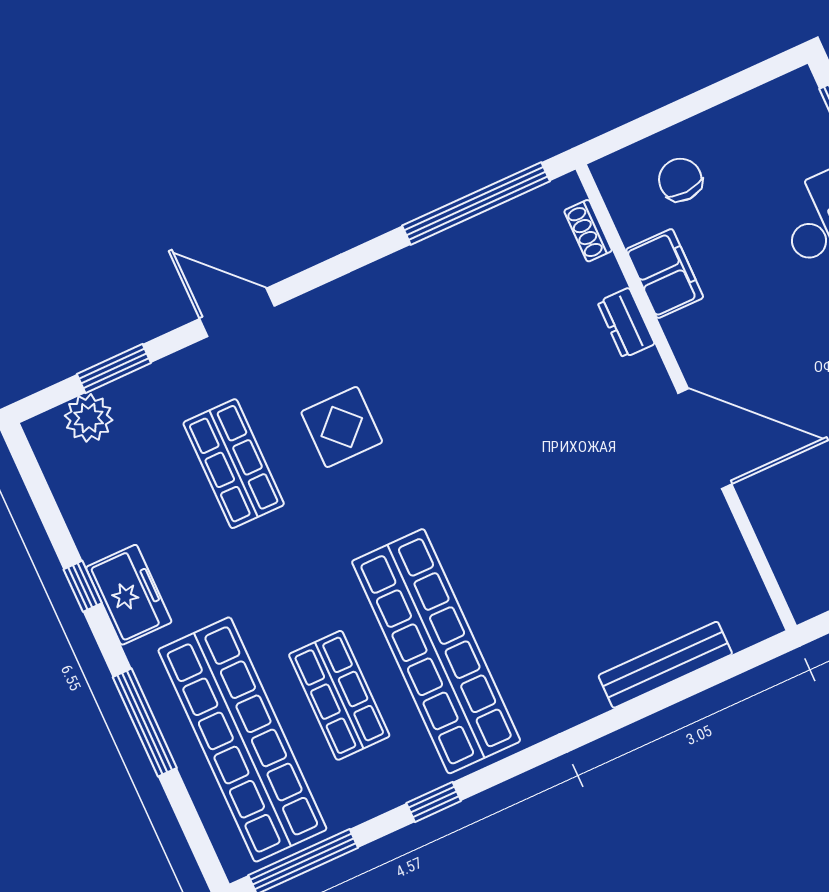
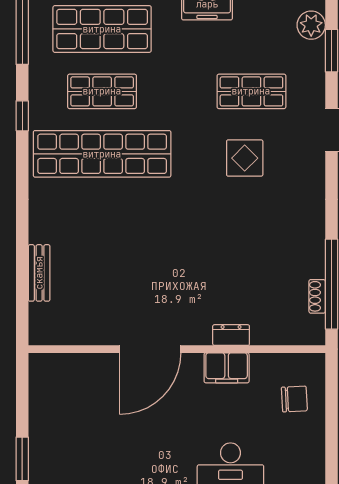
shoe rack: (588, 231) -> (317, 296), moved, turned -90
filing cabinet: (665, 274) -> (227, 368), moved
bench: (665, 665) -> (39, 273), width x0.73
shop shelf: (242, 739) -> (102, 29), width x0.71

